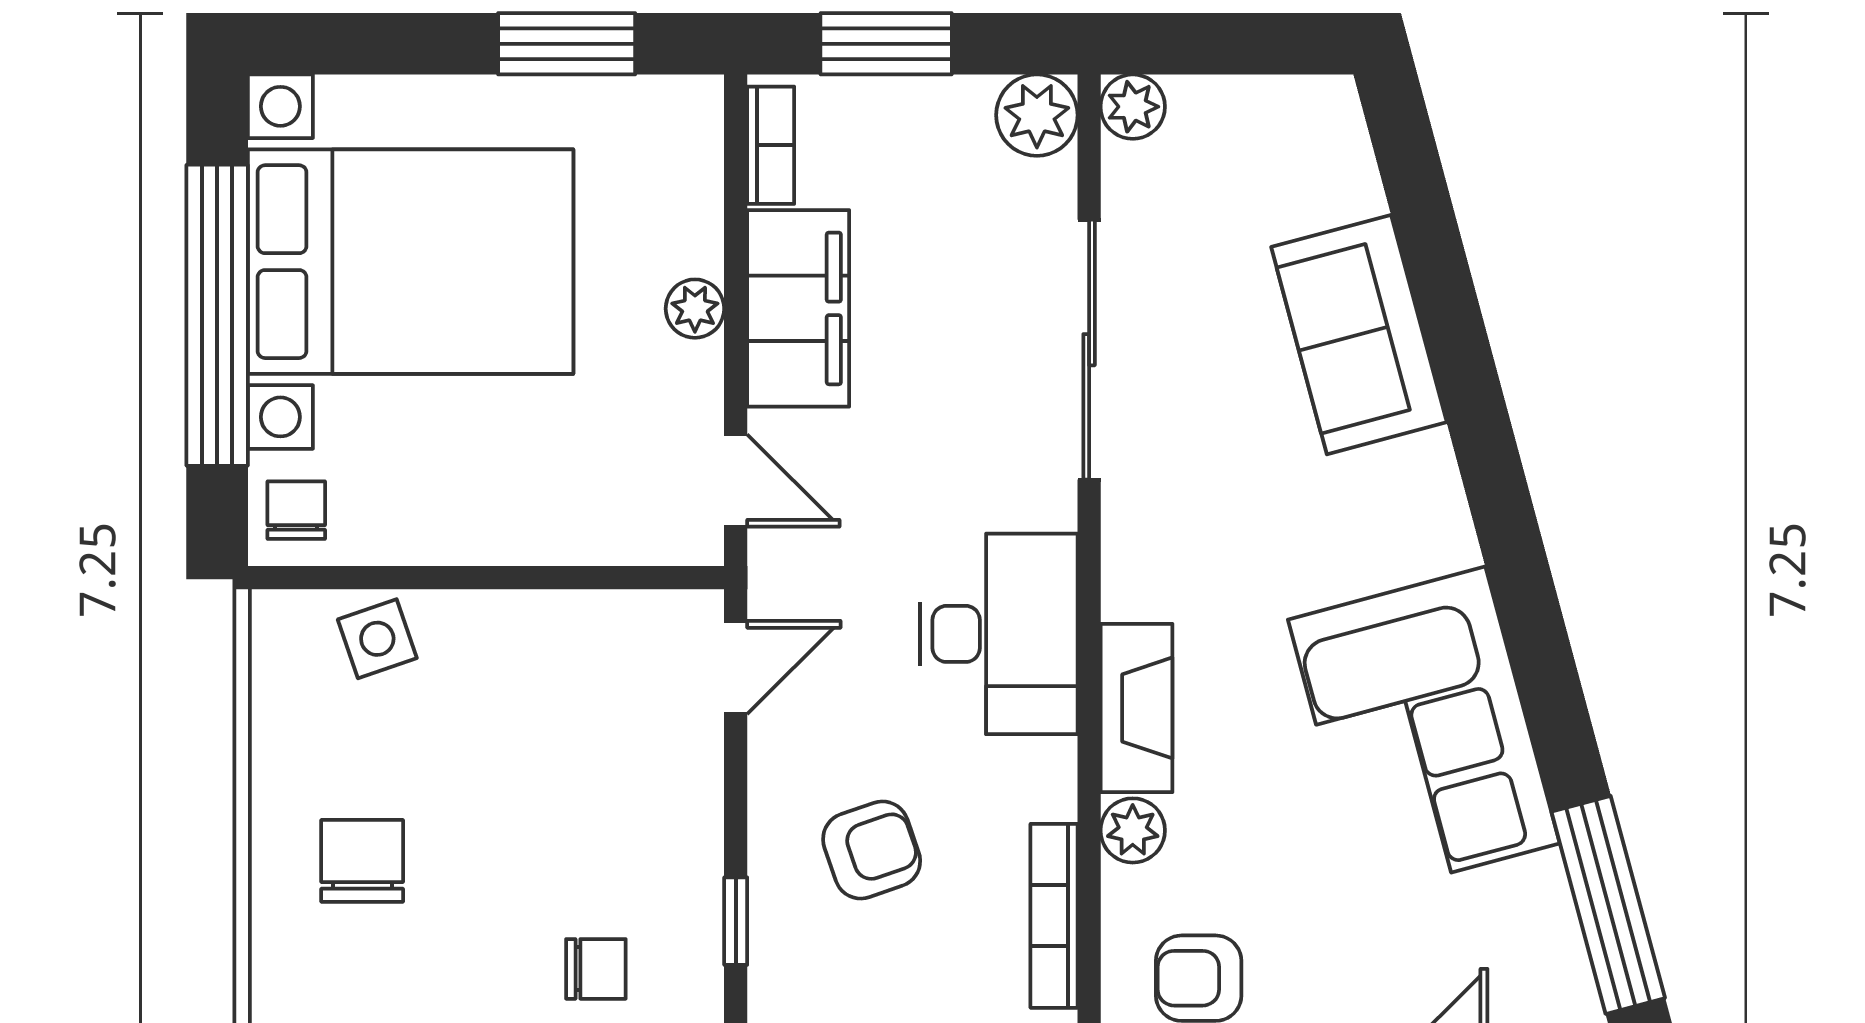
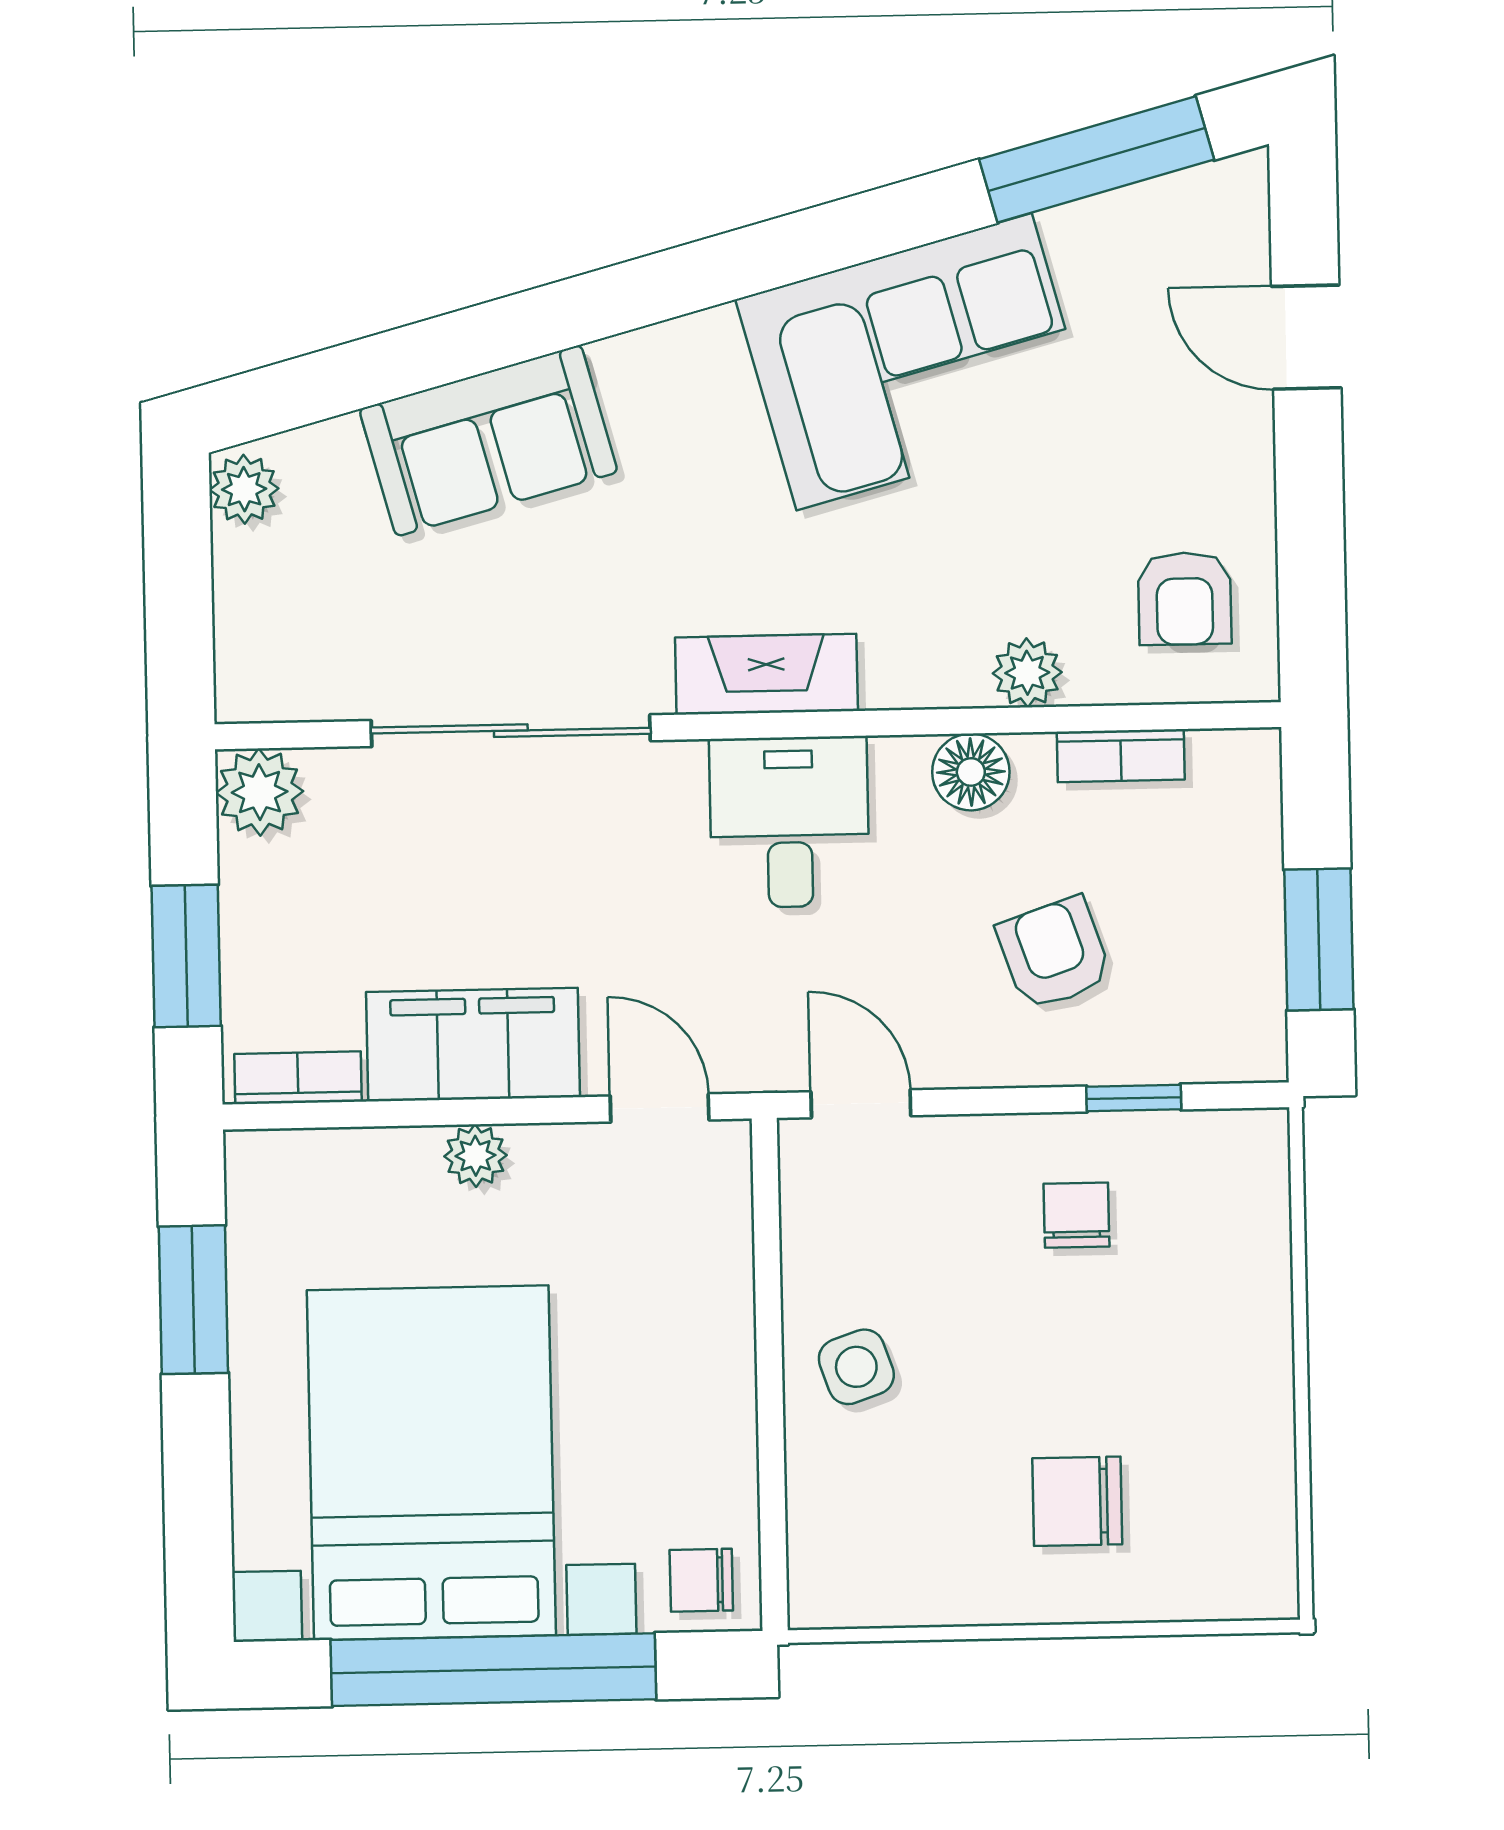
plant: (1133, 107) -> (244, 489), moved
door: (736, 481) -> (660, 1108), hinge flipped
desk: (999, 634) -> (789, 822), width x0.73
side table: (377, 639) -> (856, 1367), moved
fireplace: (1137, 708) -> (766, 674), moved
floor lamp: (1042, 776) -> (971, 772), added
bookcase: (1054, 916) -> (1121, 756), width x0.64
chair: (596, 969) -> (1076, 1215), moved

